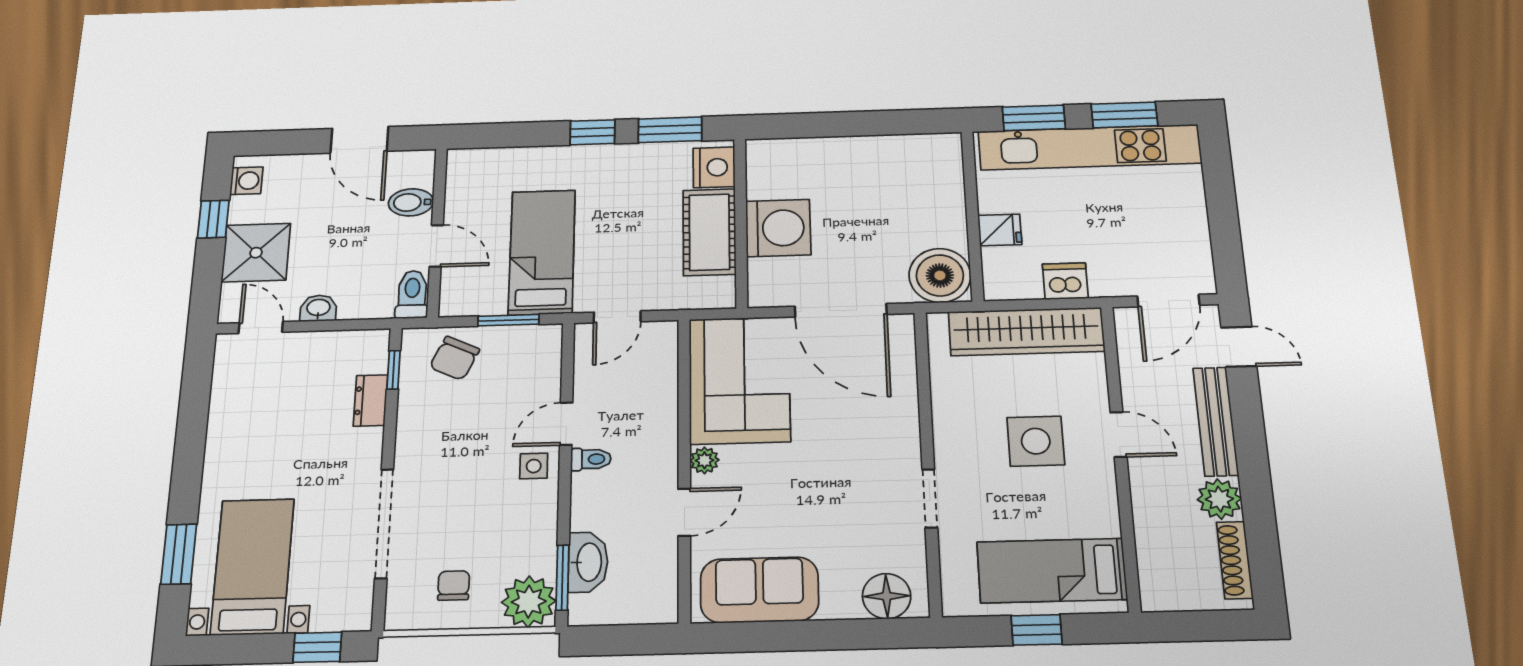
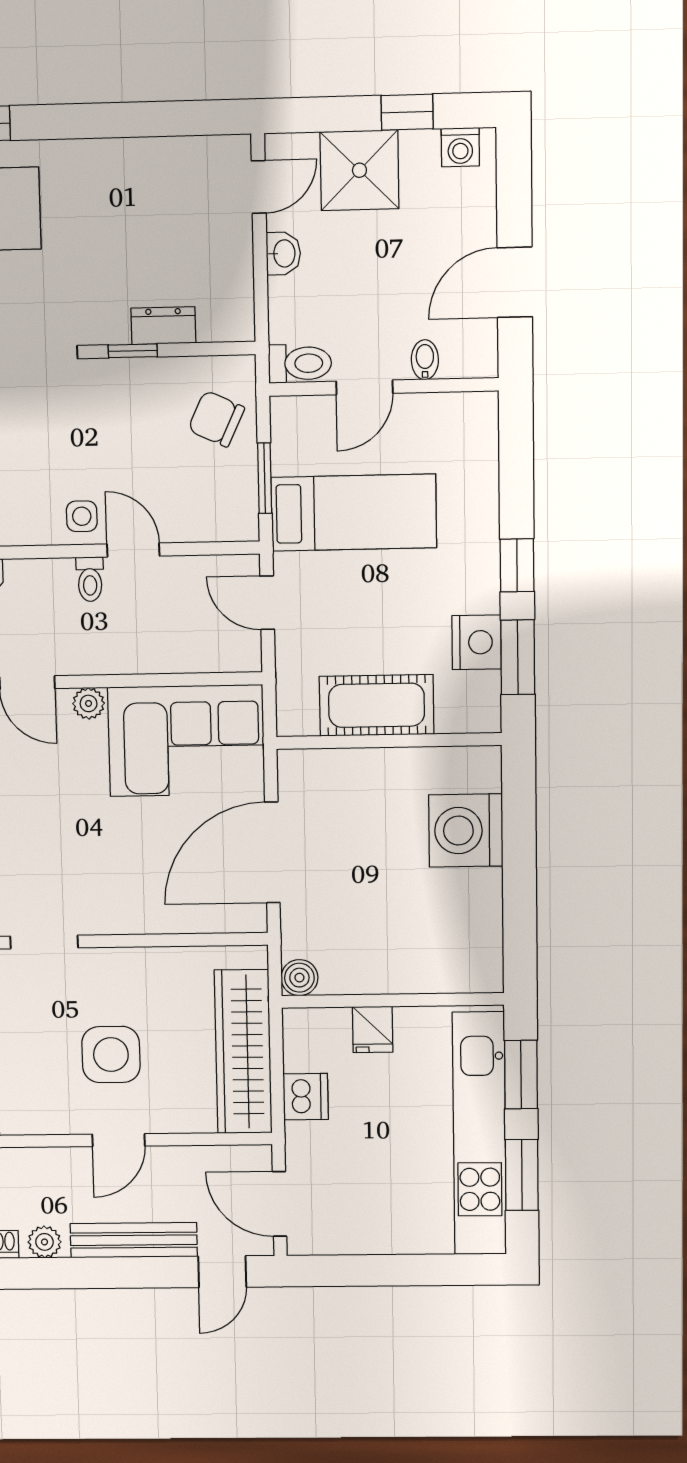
nightstand: (714, 167) -> (477, 642), moved, turned -90
bidet: (411, 202) -> (425, 360), width x0.72, depth x0.74
washing machine: (778, 228) -> (466, 830), moved, turned 90
boiler: (940, 275) -> (299, 978), width x0.54, depth x0.54
window: (394, 370) -> (133, 351), moved
plant: (1219, 499) -> (44, 1242), width x0.73, depth x0.73

